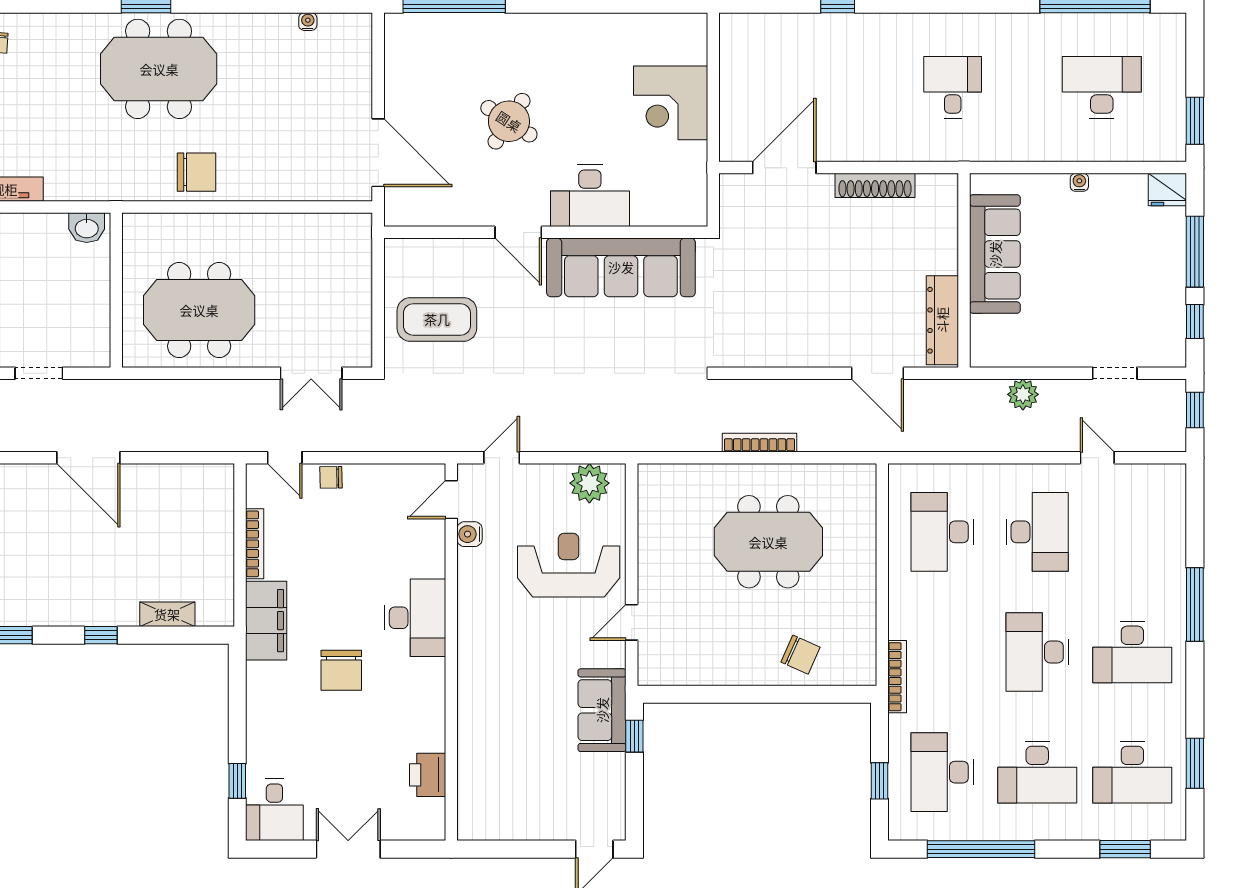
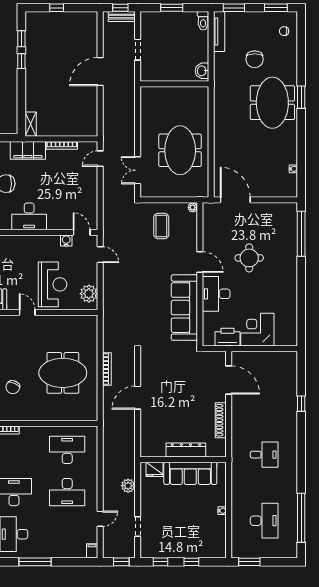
round table: (509, 121) -> (249, 258), turned -33
door: (378, 153) -> (235, 200), swing flipped
printer: (687, 170) -> (227, 337), added
chair: (197, 172) -> (255, 59), moved
fridge: (1167, 190) -> (155, 469), moved, turned -90
door: (518, 232) -> (200, 262), swing flipped
plant: (395, 249) -> (193, 207), added
window: (1195, 252) -> (191, 562), width x0.46
meeting table: (199, 310) -> (180, 150), moved
coffee table: (437, 319) -> (161, 226), width x0.73, depth x0.76
dresser: (942, 320) -> (186, 450), moved
door: (878, 373) -> (138, 398), moved
filing cabinet: (1170, 476) -> (92, 551), added
chair: (331, 477) -> (91, 179), removed
meeting table: (768, 542) -> (63, 373), turned 90
shelving: (167, 614) -> (31, 124), moved
window: (101, 635) -> (21, 61), moved

